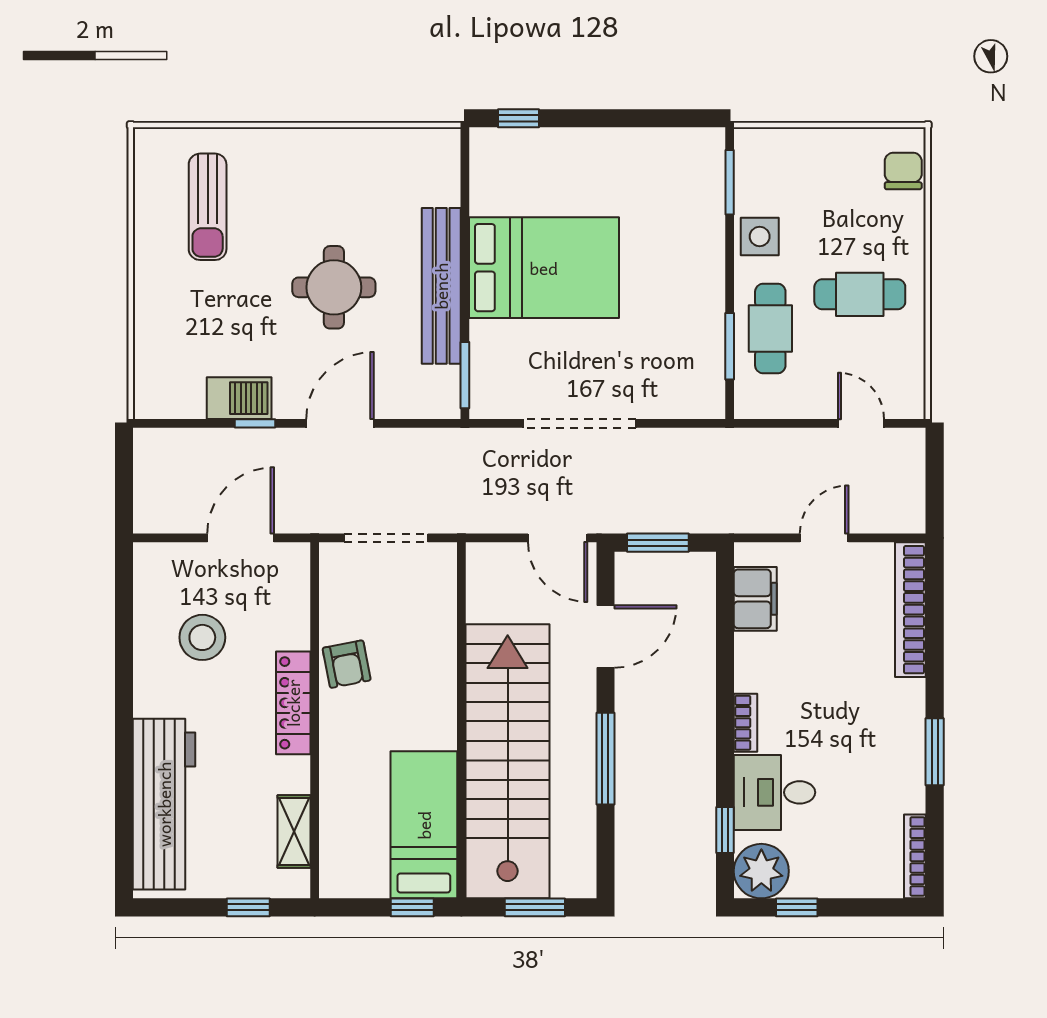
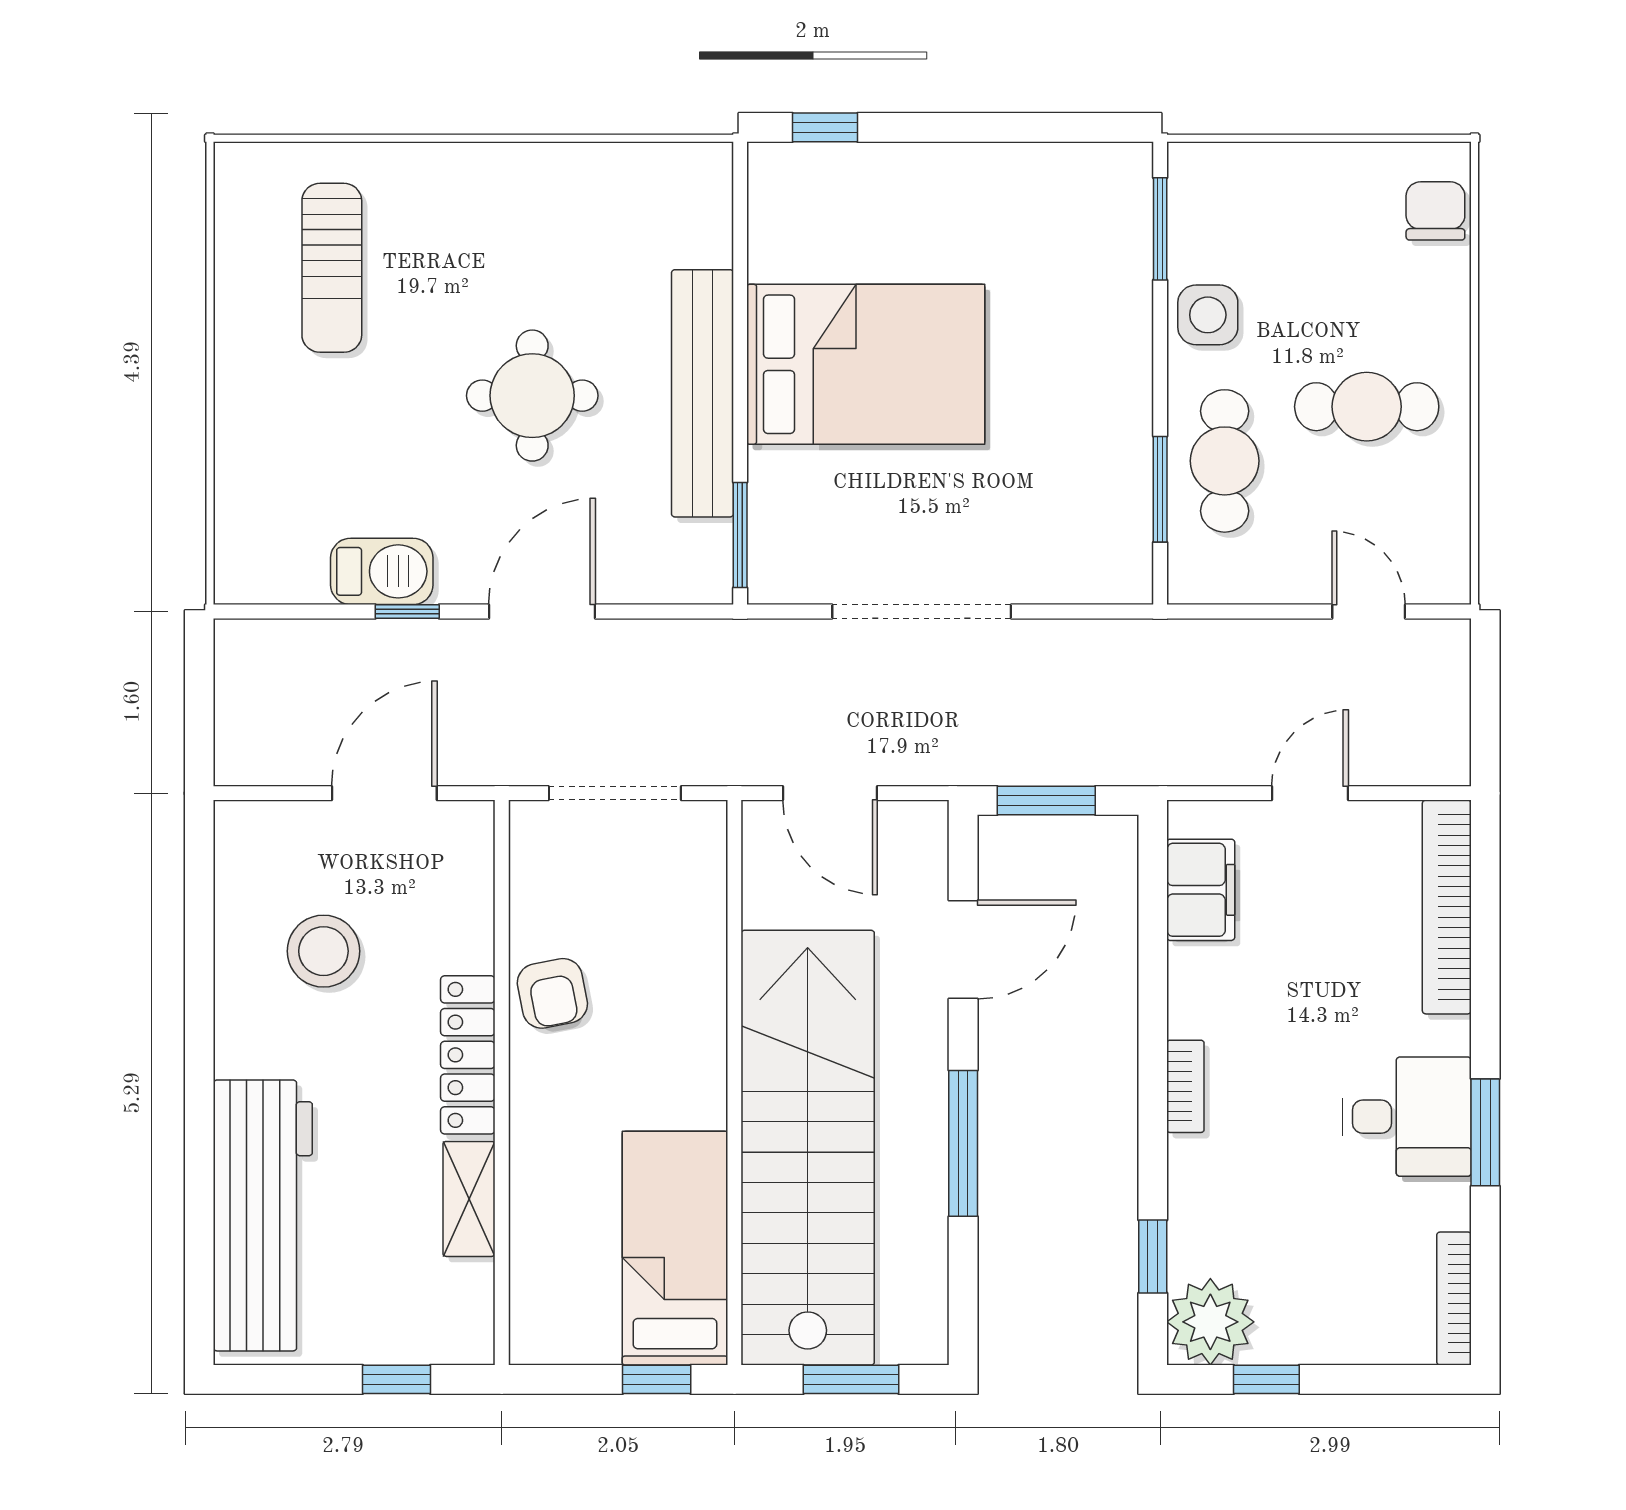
door: (558, 538) -> (830, 793), moved
desk: (774, 792) -> (1407, 1117), moved, turned 180
shelving: (294, 831) -> (469, 1199), moved

